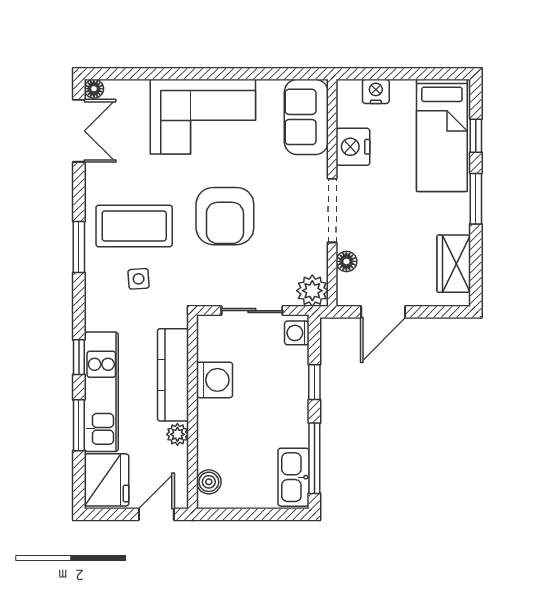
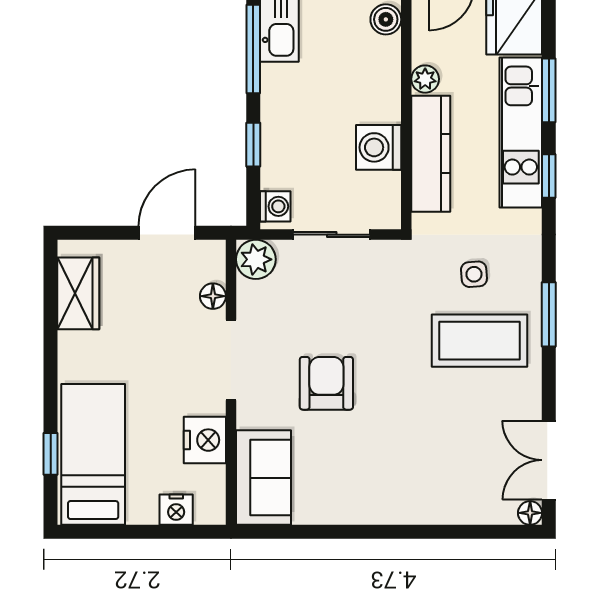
corner sofa: (203, 117) -> (393, 478), removed
window: (476, 199) -> (51, 375), removed
armchair: (225, 216) -> (326, 383), moved, width x0.73, depth x0.73

